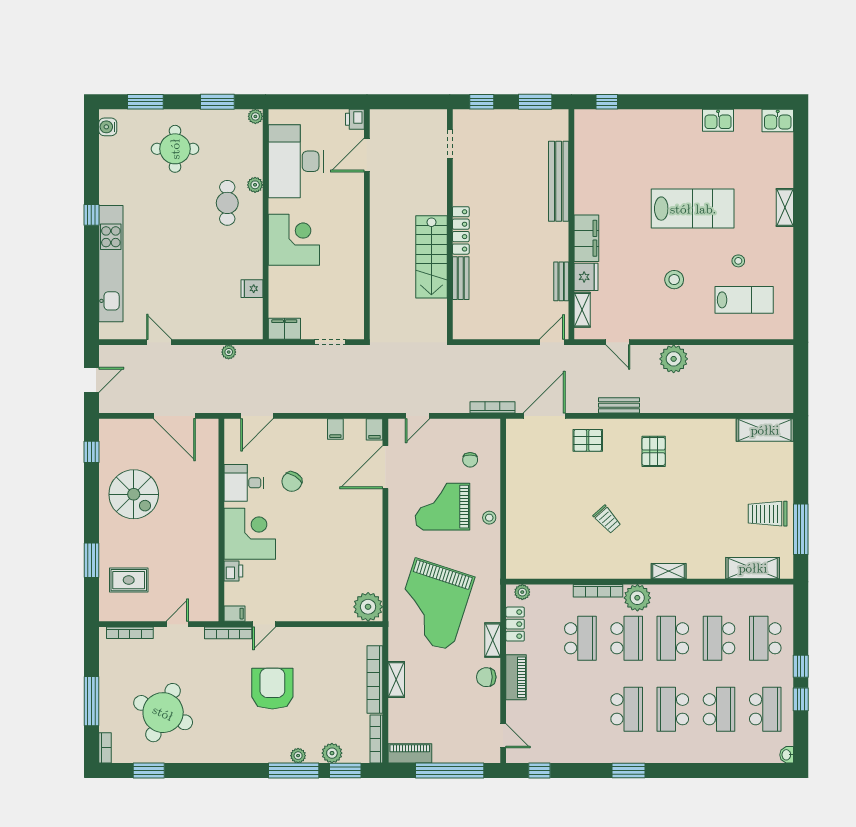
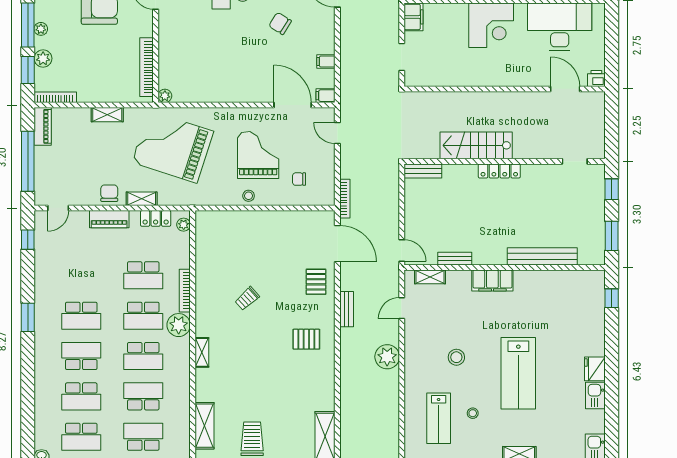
fridge: (586, 277) -> (595, 369), moved, turned 90
bench: (461, 278) -> (423, 171), moved
plant: (368, 607) -> (165, 96), width x0.53, depth x0.53
school desk: (673, 638) -> (143, 356), turned 180
bookcase: (375, 679) -> (147, 67), moved, turned -90

